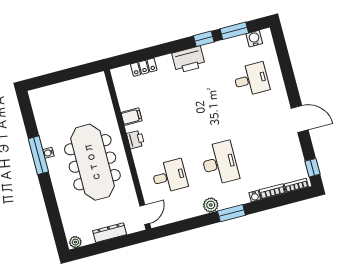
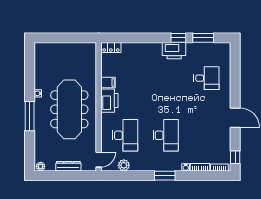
water cooler: (254, 39) -> (217, 48), removed
printer: (189, 60) -> (174, 51), moved
locker: (144, 67) -> (111, 47), moved
printer: (135, 139) -> (109, 101), width x1.87, depth x1.48
window: (38, 155) -> (30, 116), moved
desk: (170, 176) -> (125, 135), width x1.37
plant: (211, 205) -> (124, 165), moved

